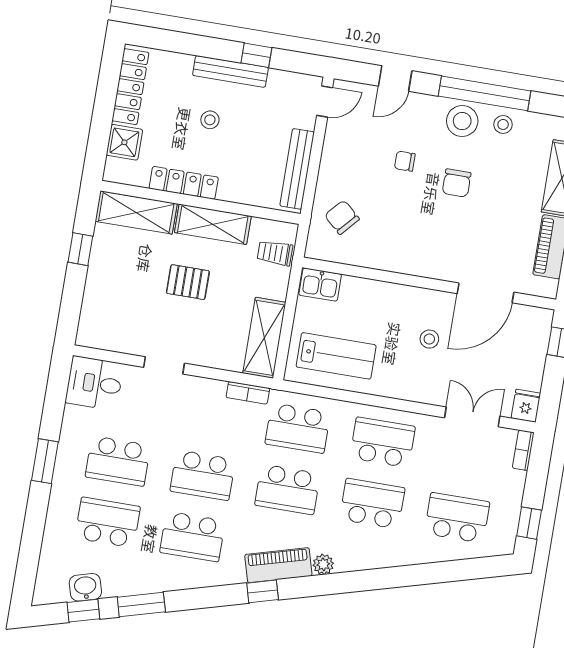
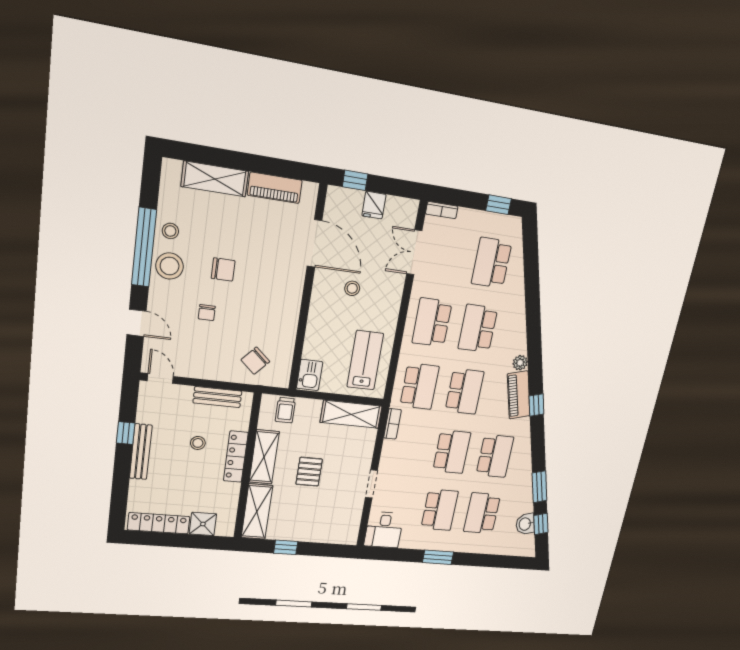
stool: (210, 120) -> (198, 443), moved
bench: (297, 169) -> (217, 397), width x0.73
locker: (184, 183) -> (236, 457), moved
fridge: (526, 406) -> (374, 205), moved, turned -90

